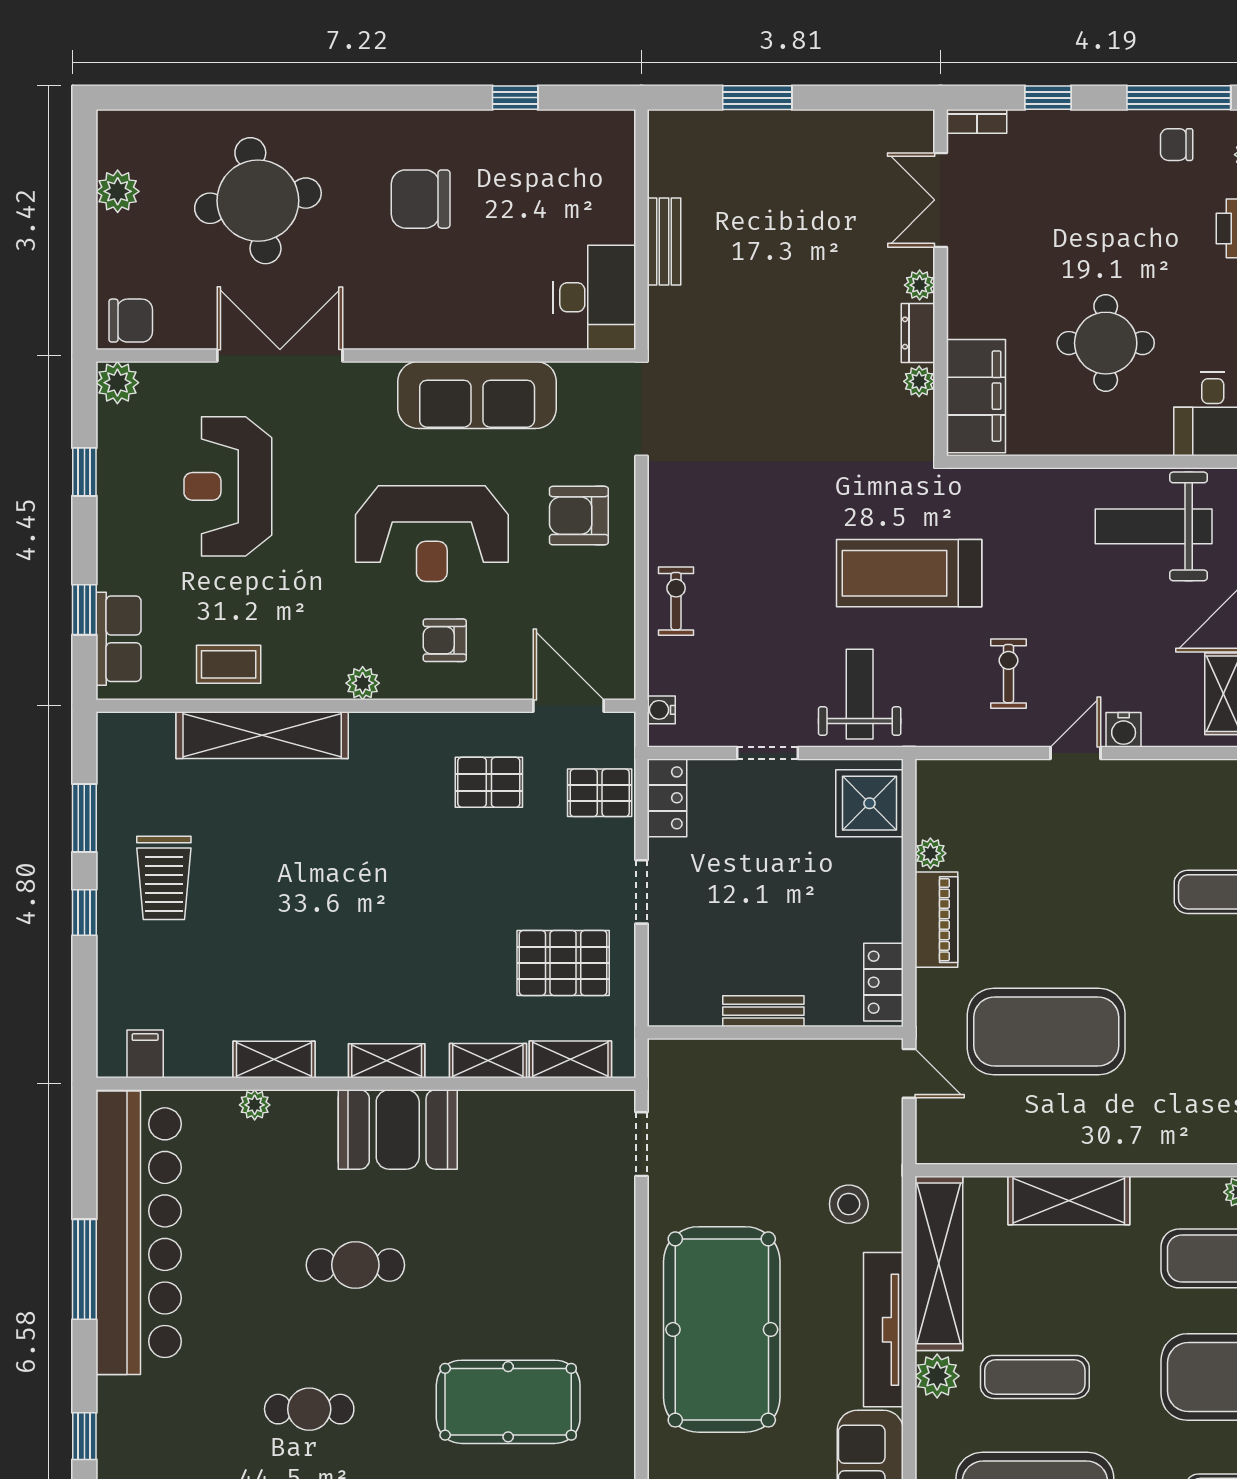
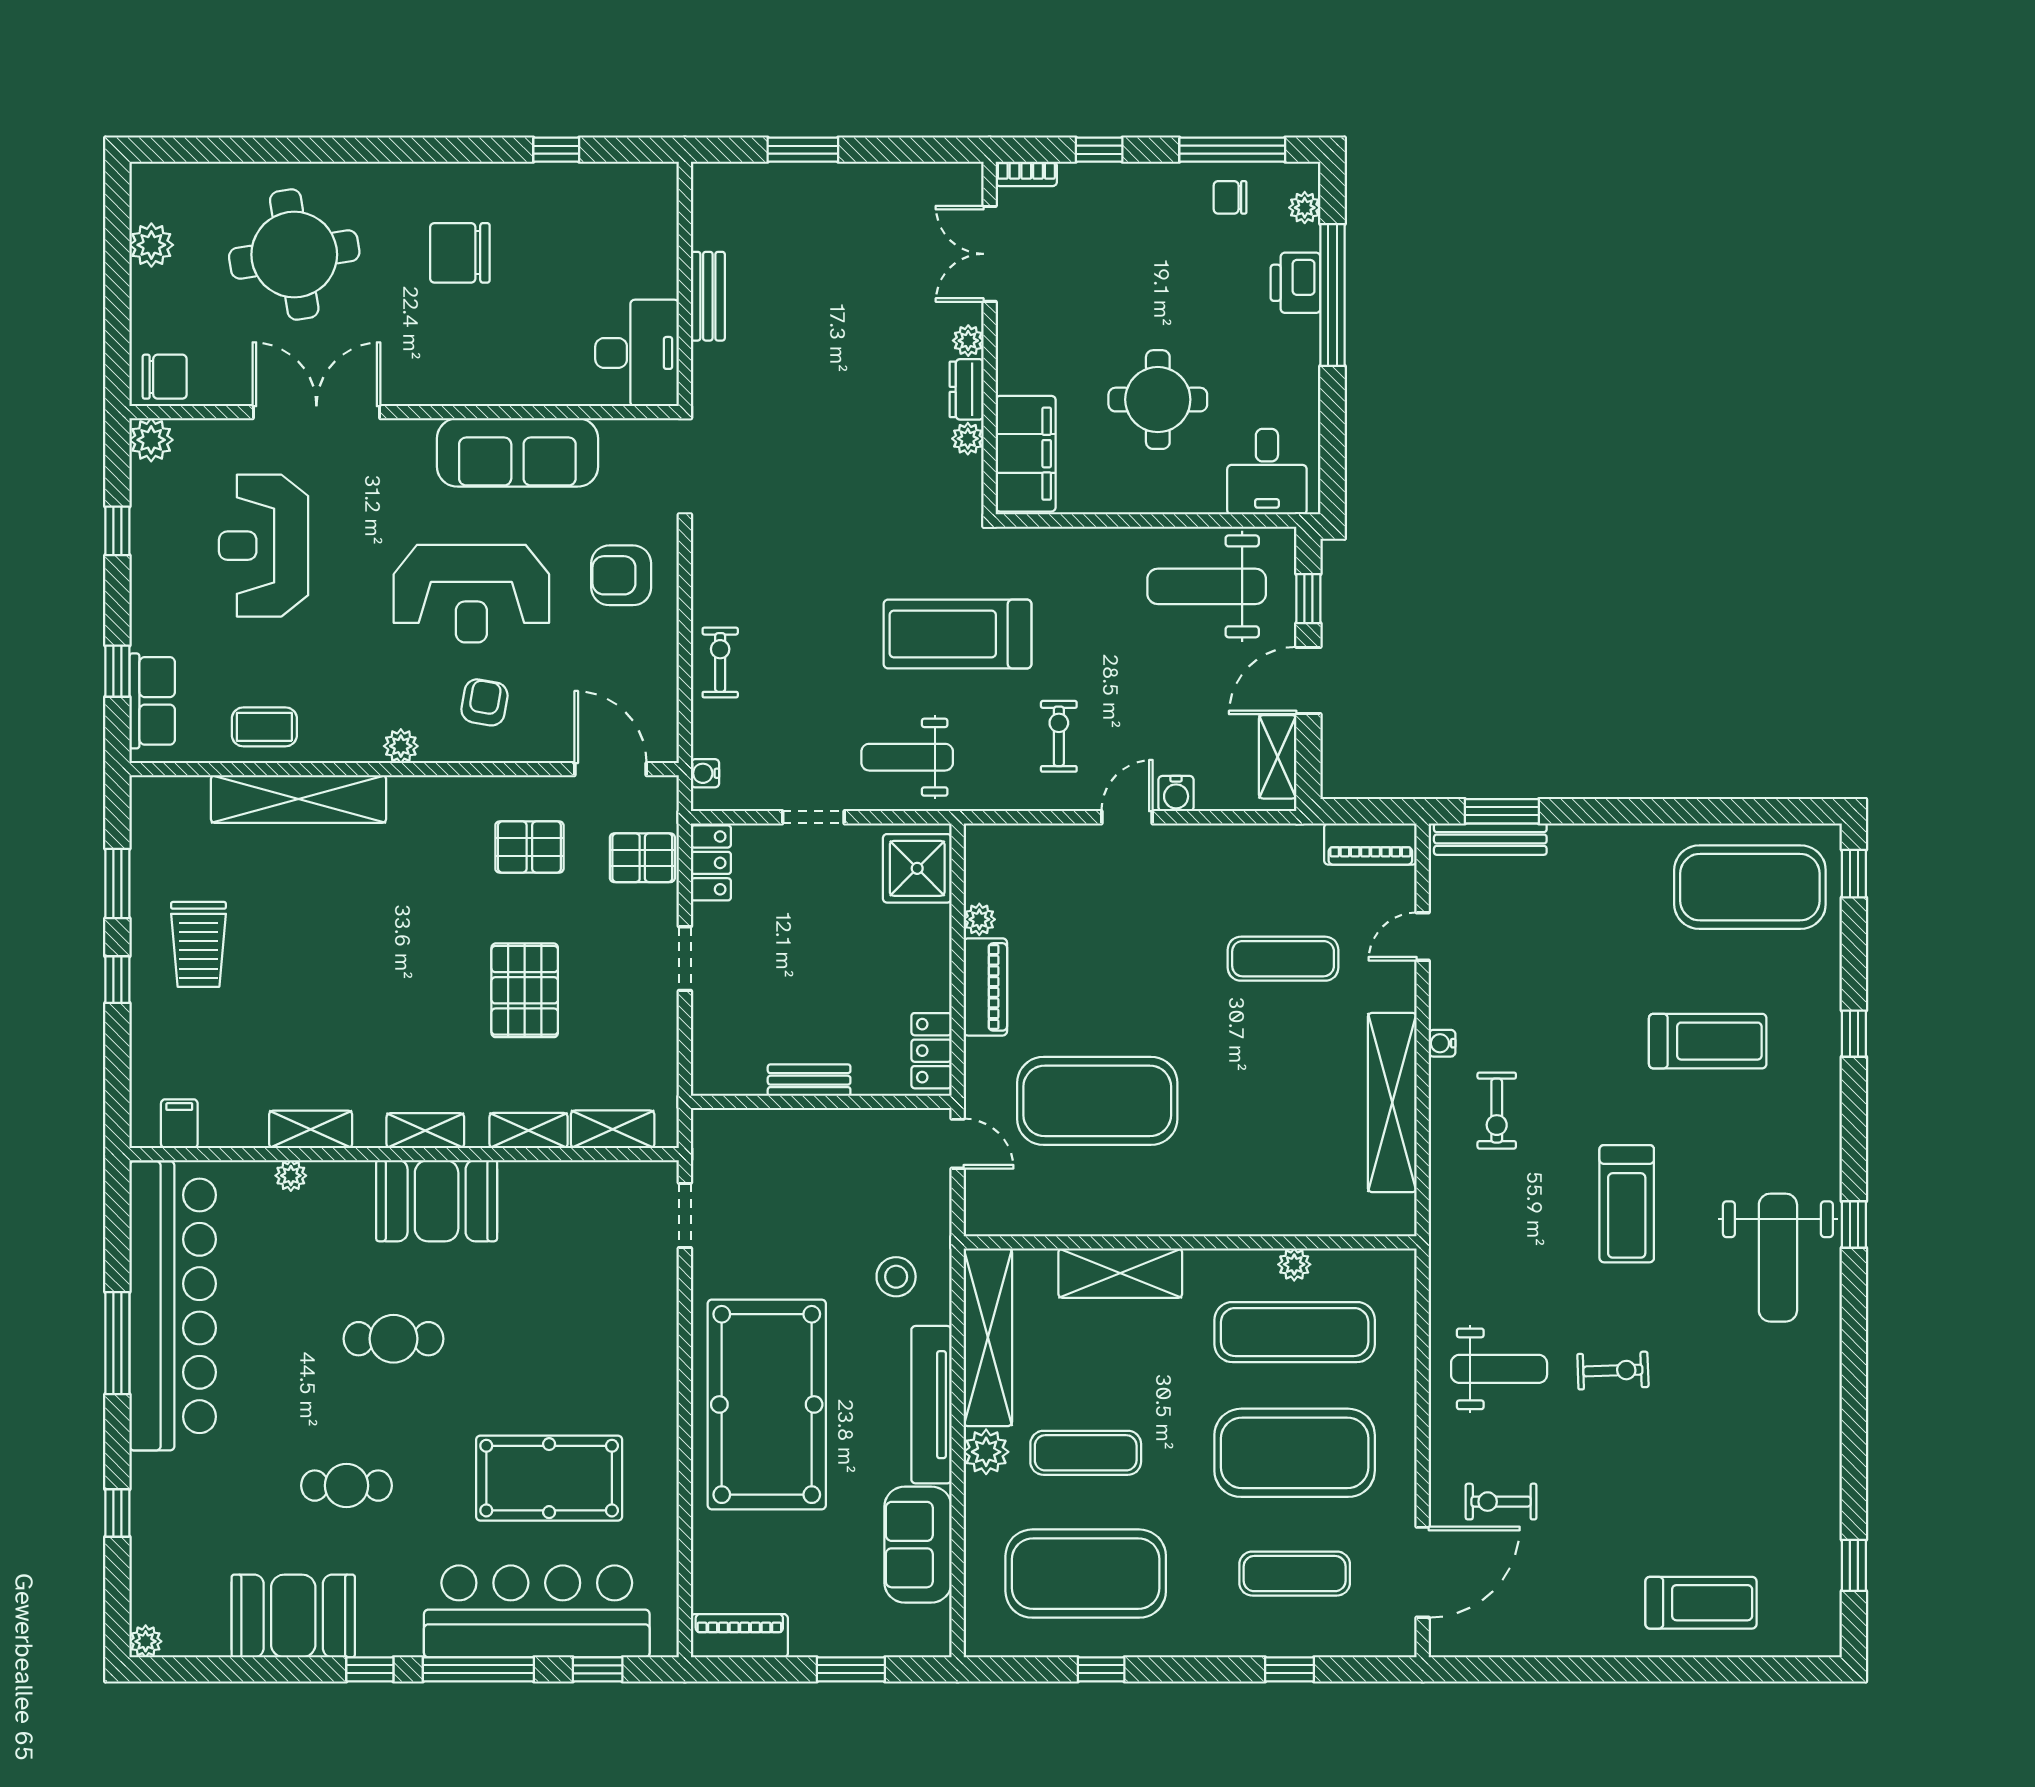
armchair: (445, 640) -> (484, 702), turned 100
weight bench: (860, 694) -> (907, 757), turned -90
pallet: (563, 963) -> (525, 990), moved, turned 90

